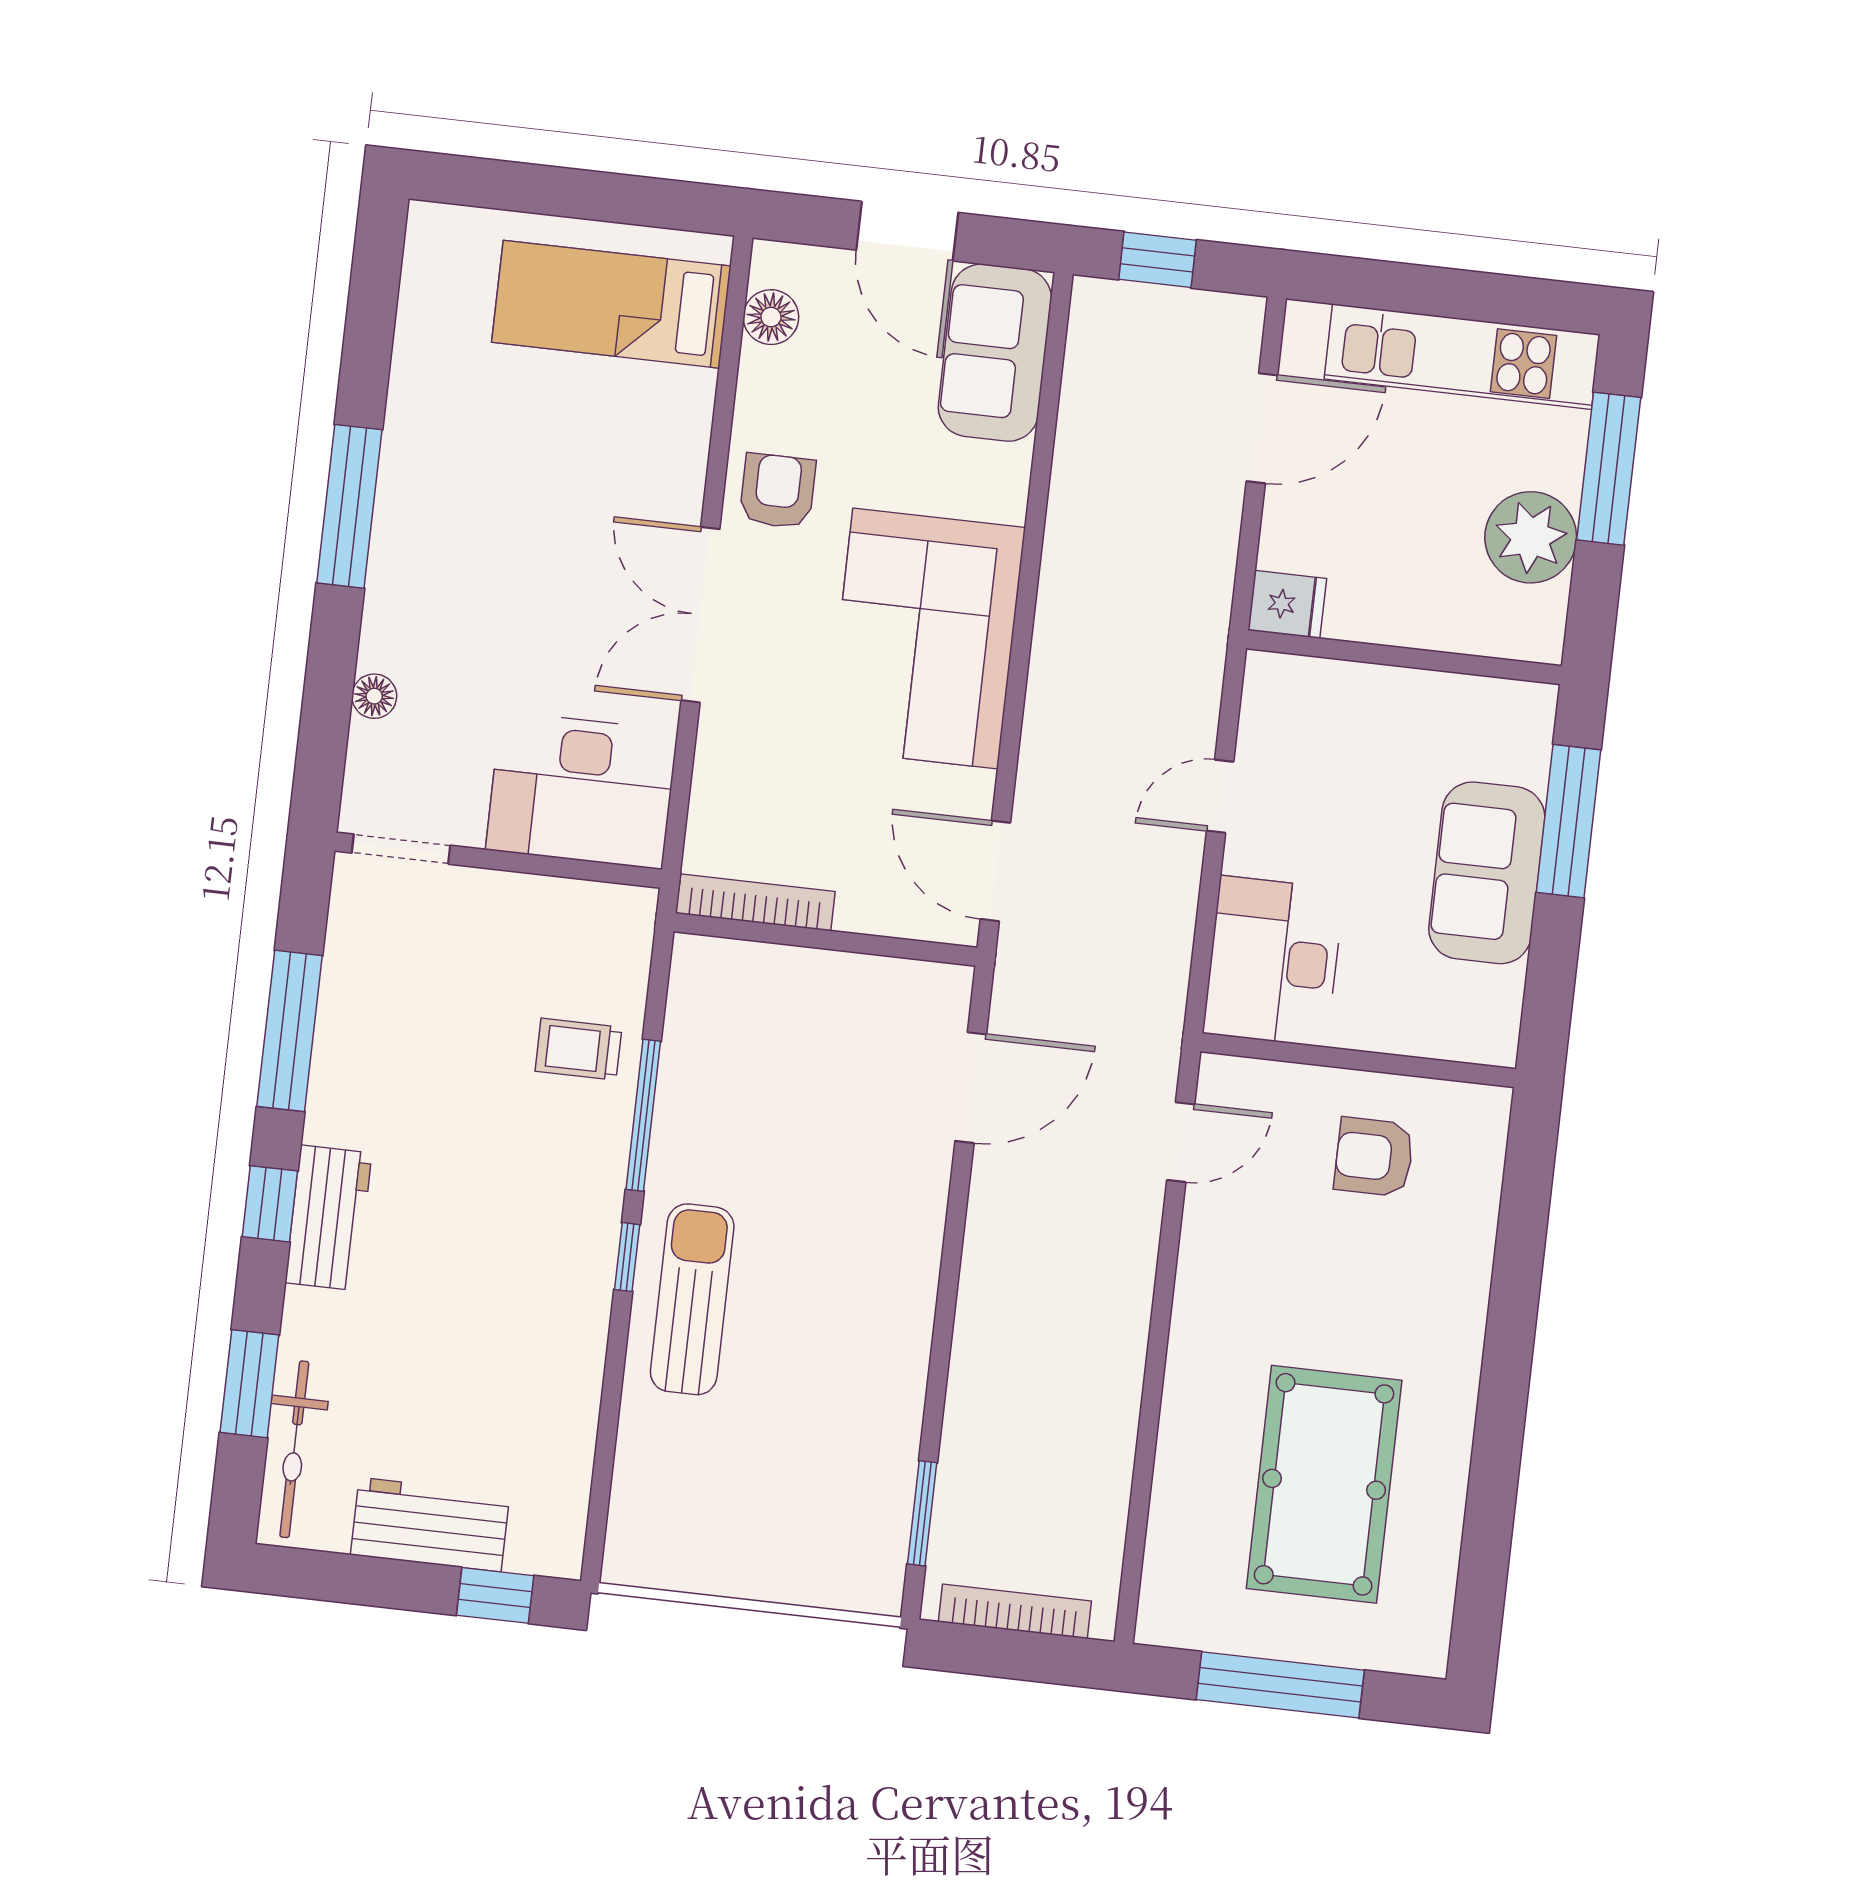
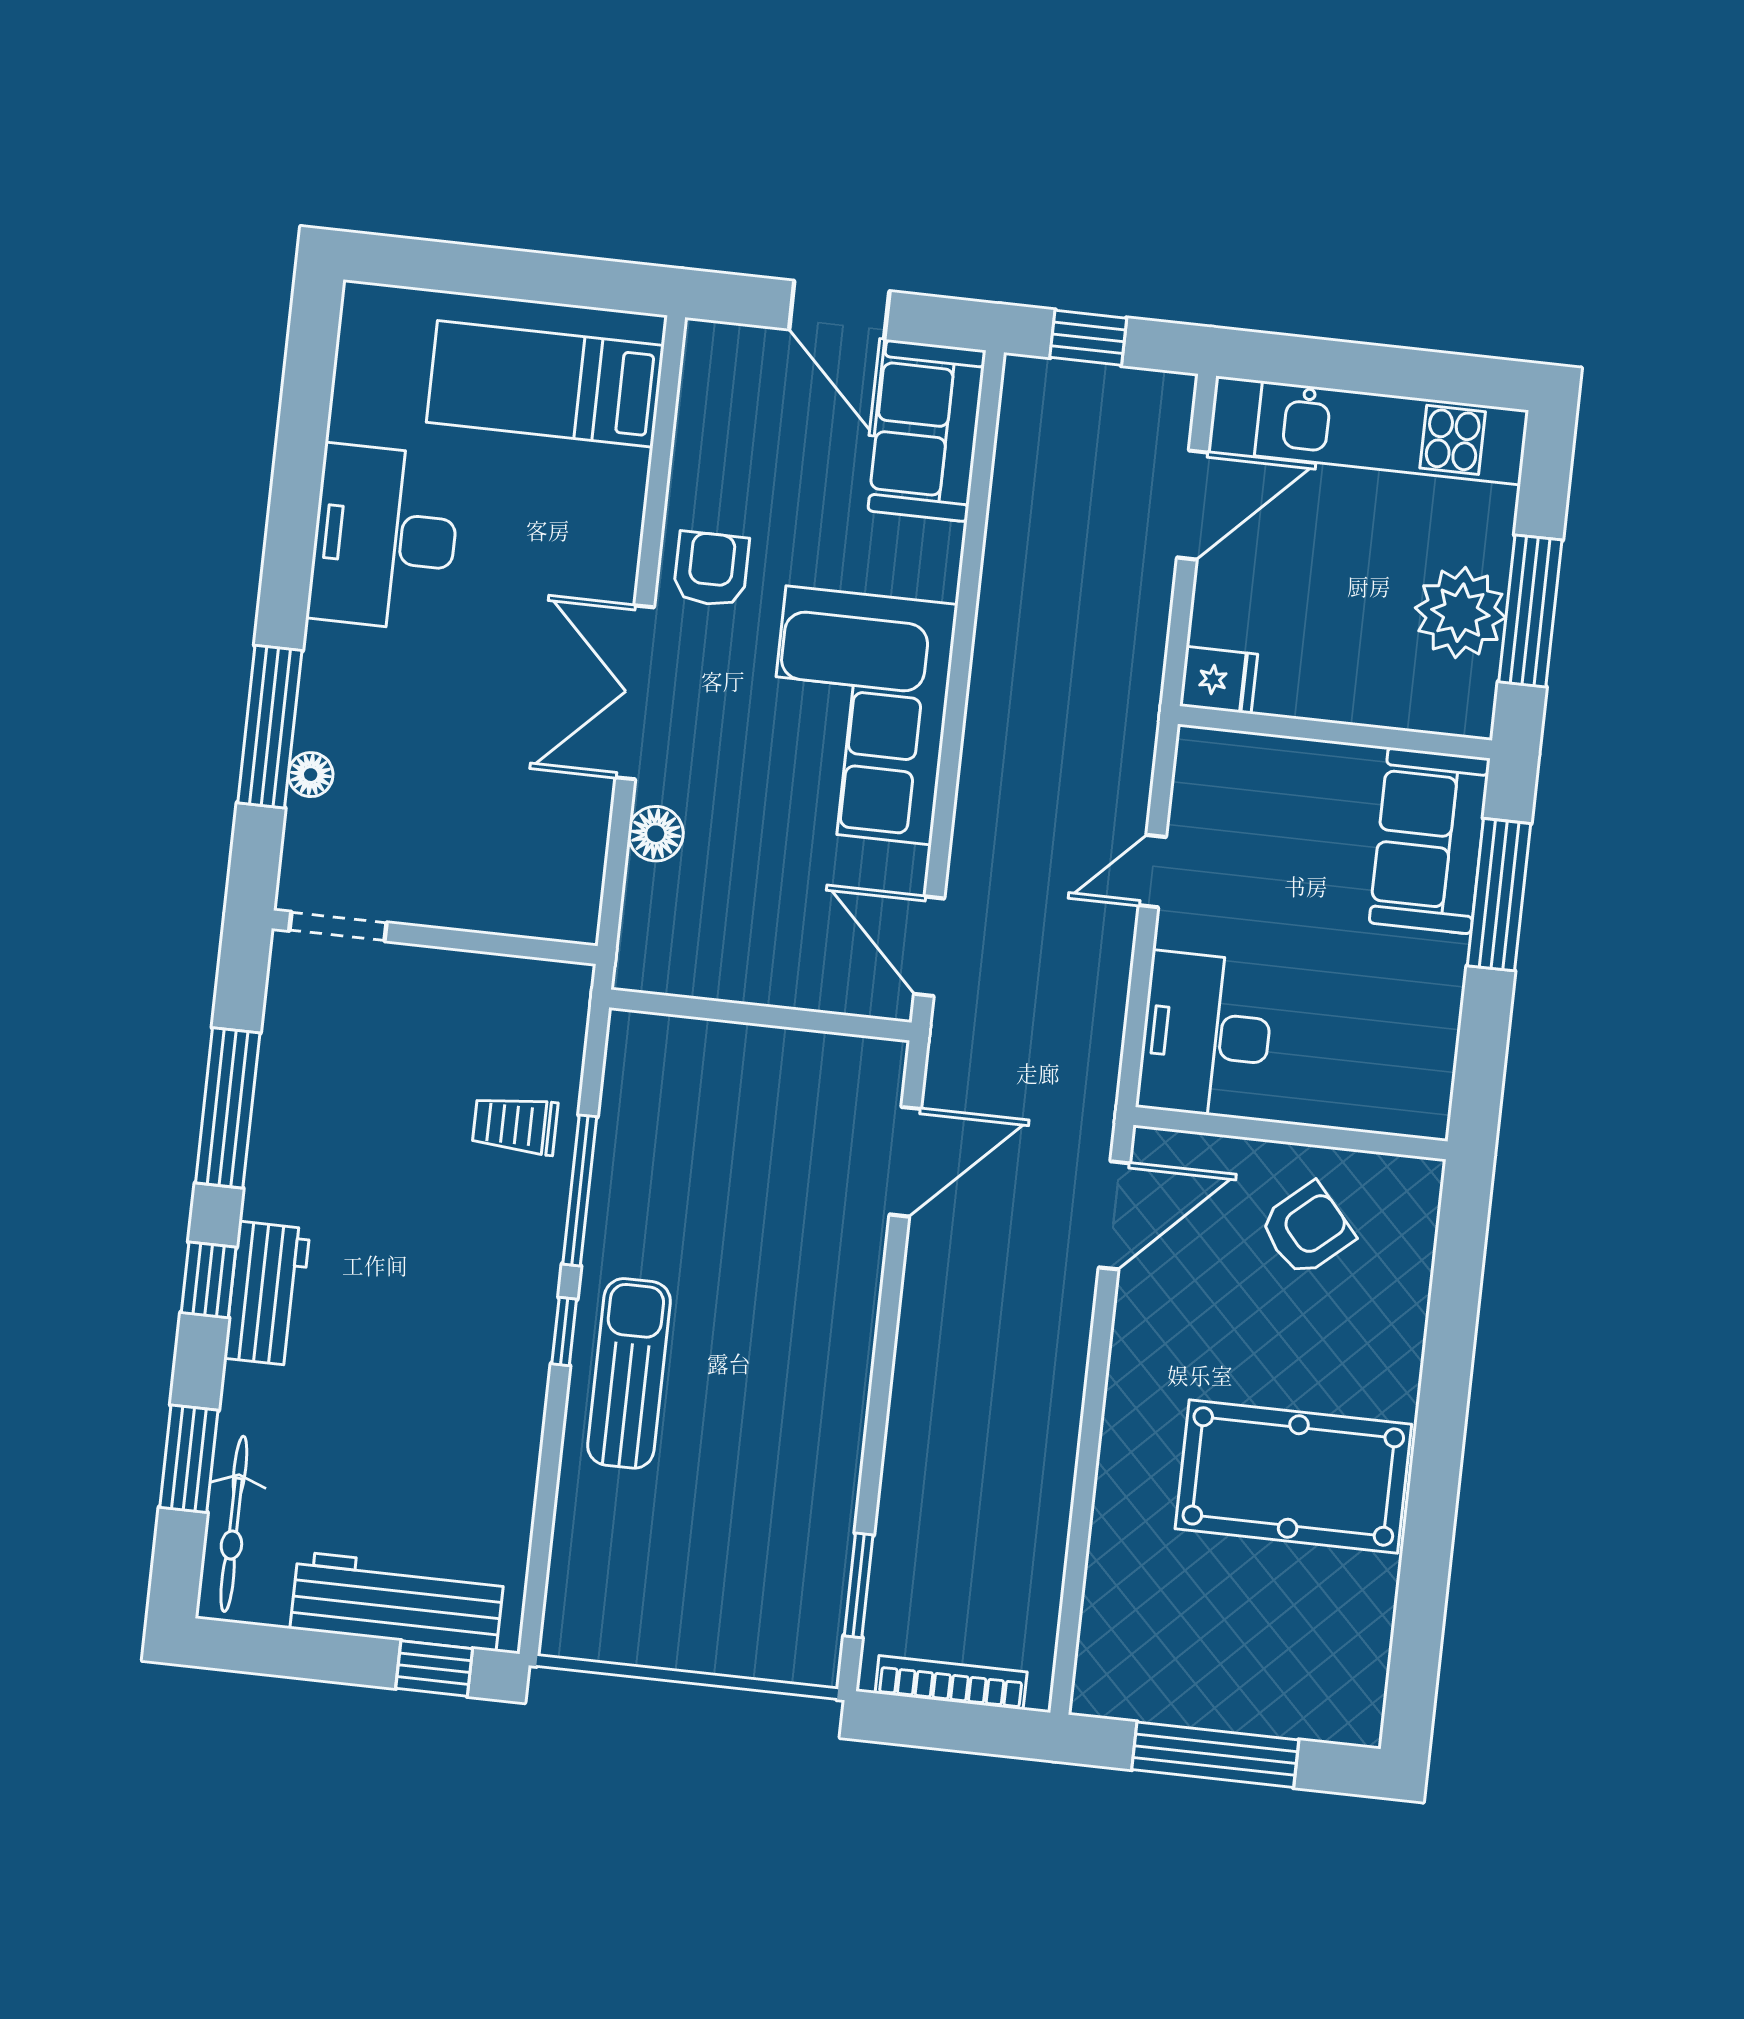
floor lamp: (771, 317) -> (656, 834), moved
window: (1609, 469) -> (1530, 611), moved
window: (349, 506) -> (270, 727), moved
desk: (582, 790) -> (385, 538), moved, turned 90
sofa: (1487, 873) -> (1430, 841), moved
bookcase: (755, 902) -> (690, 978), removed
door: (1181, 1142) -> (1114, 1215), width x1.37
armchair: (1374, 1157) -> (1307, 1229), turned 139
pool table: (1324, 1484) -> (1293, 1476), moved, turned 90
workbench: (430, 1525) -> (397, 1601), width x1.38

